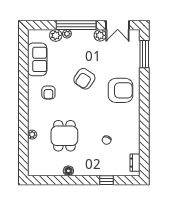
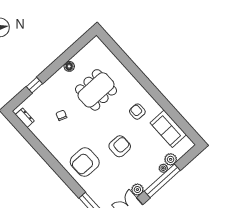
armchair: (84, 79) -> (120, 146), turned 56
plant: (32, 135) -> (121, 69), removed
dining table: (64, 136) -> (96, 90), width x1.37

